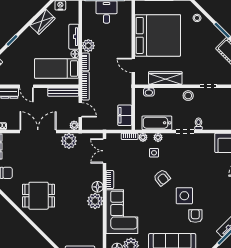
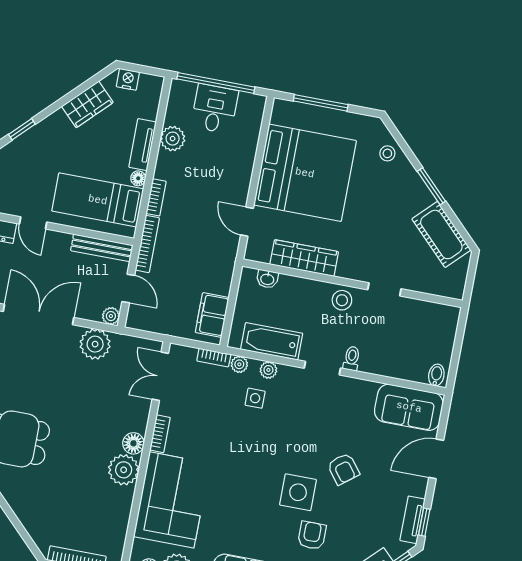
plant: (88, 46) -> (173, 139), moved
armchair: (162, 178) -> (343, 469), moved

